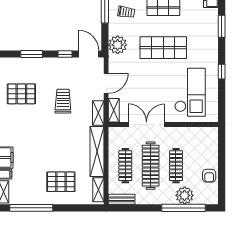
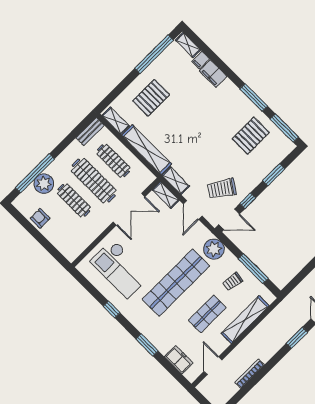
shop shelf: (163, 48) -> (176, 283), width x1.40
trolley: (63, 101) -> (222, 189), moved, turned 124

